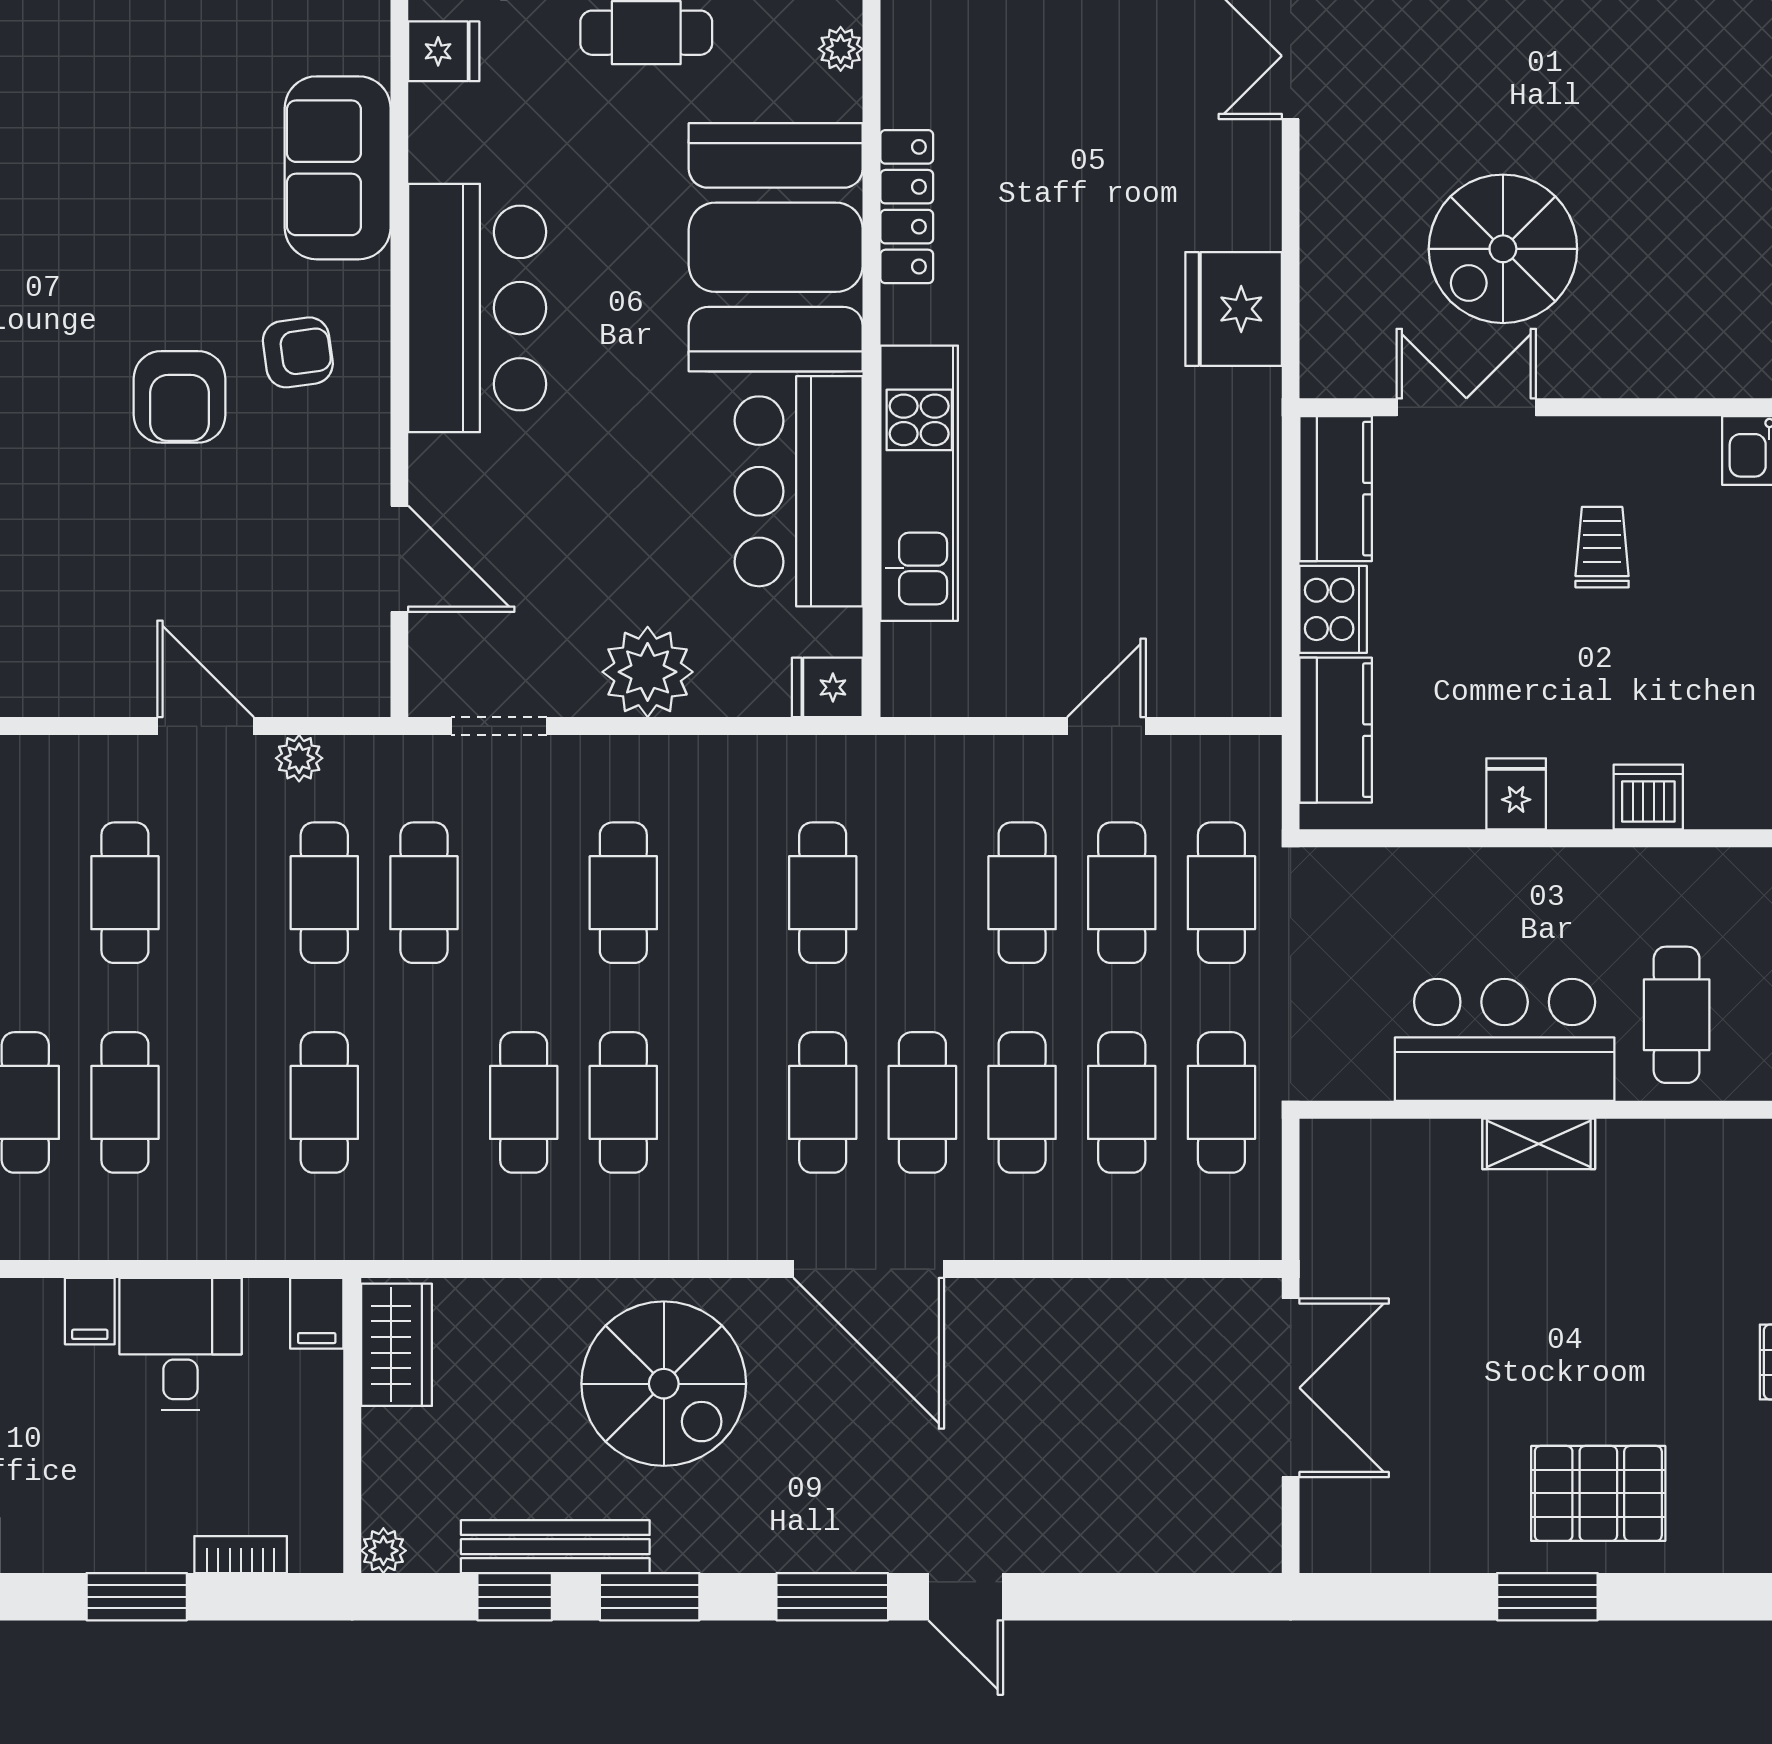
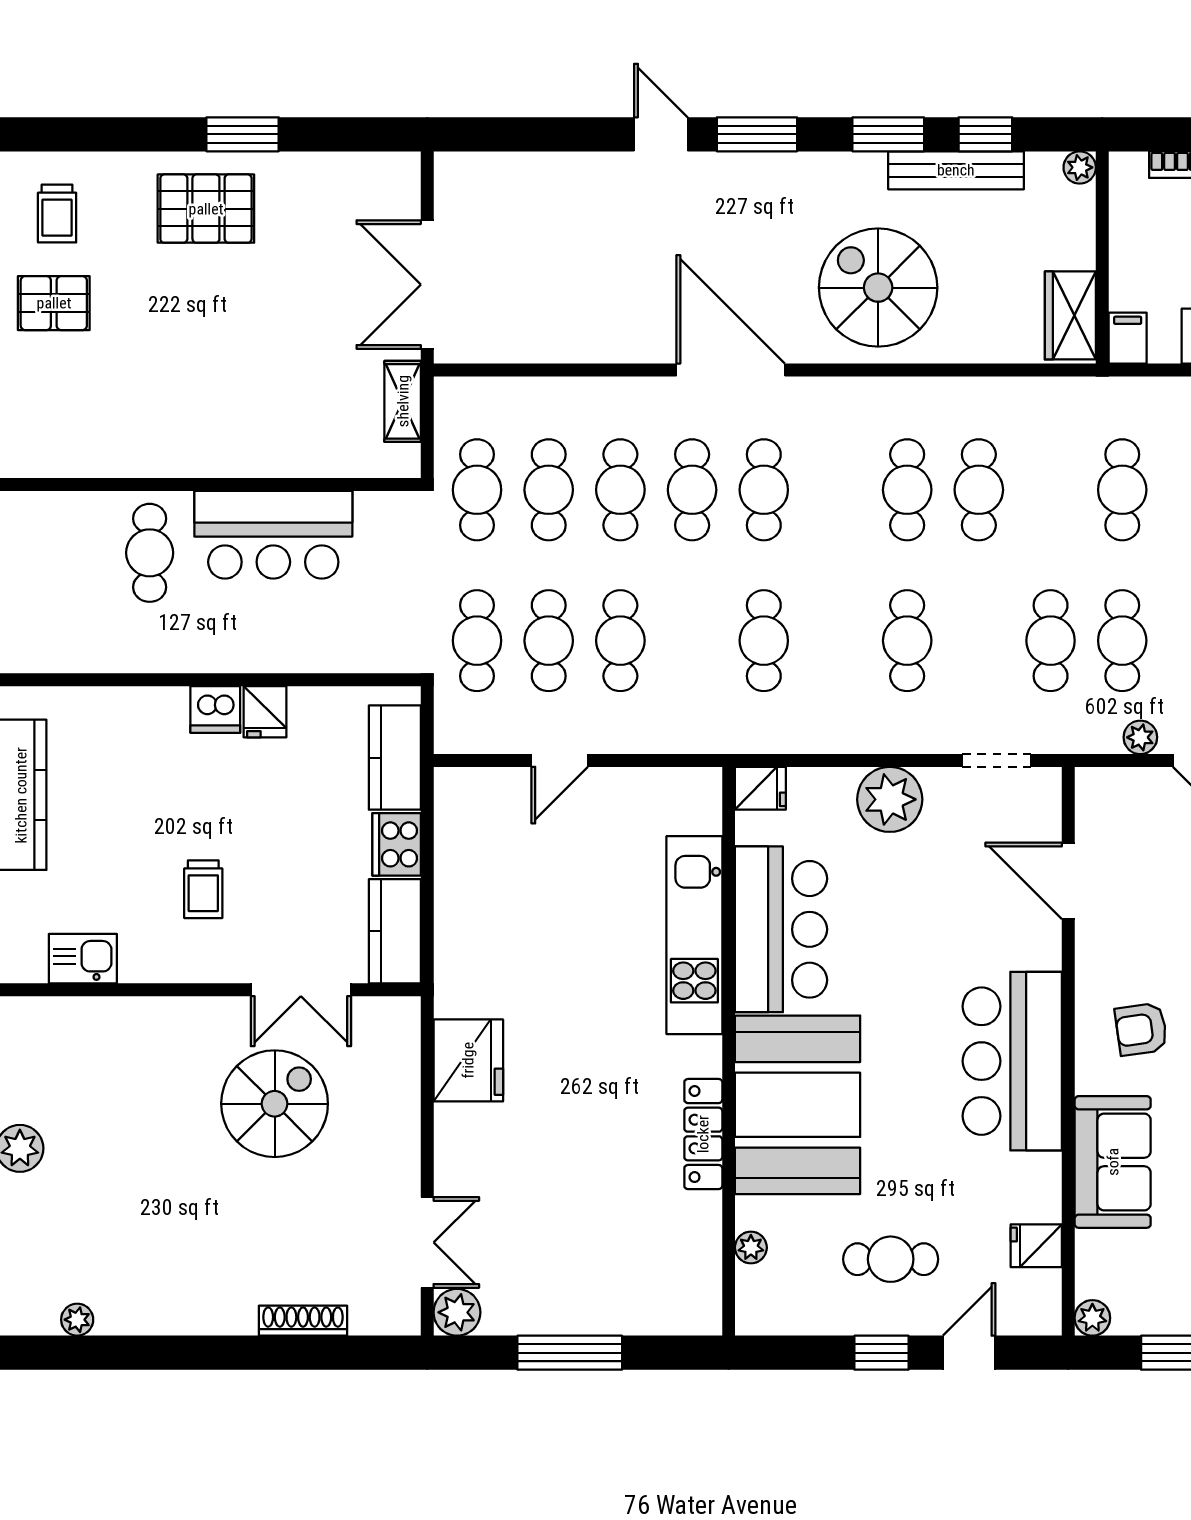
dishwasher: (1648, 797) -> (215, 709), moved
shelving: (1539, 1144) -> (403, 401), moved, turned 90

